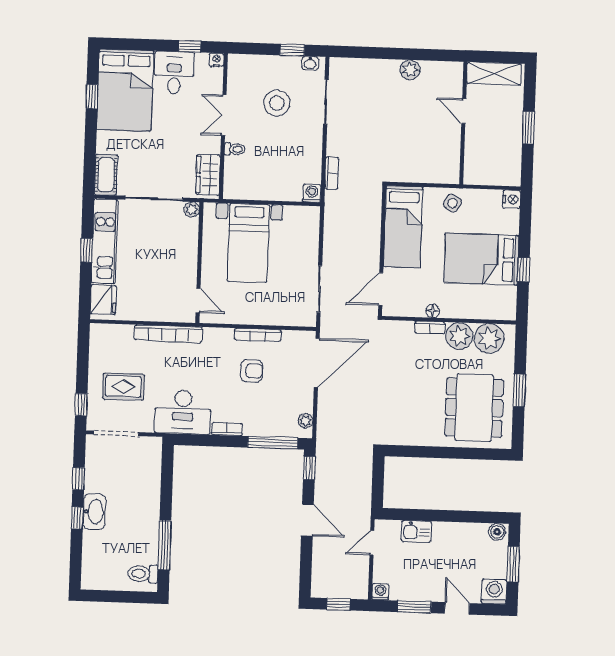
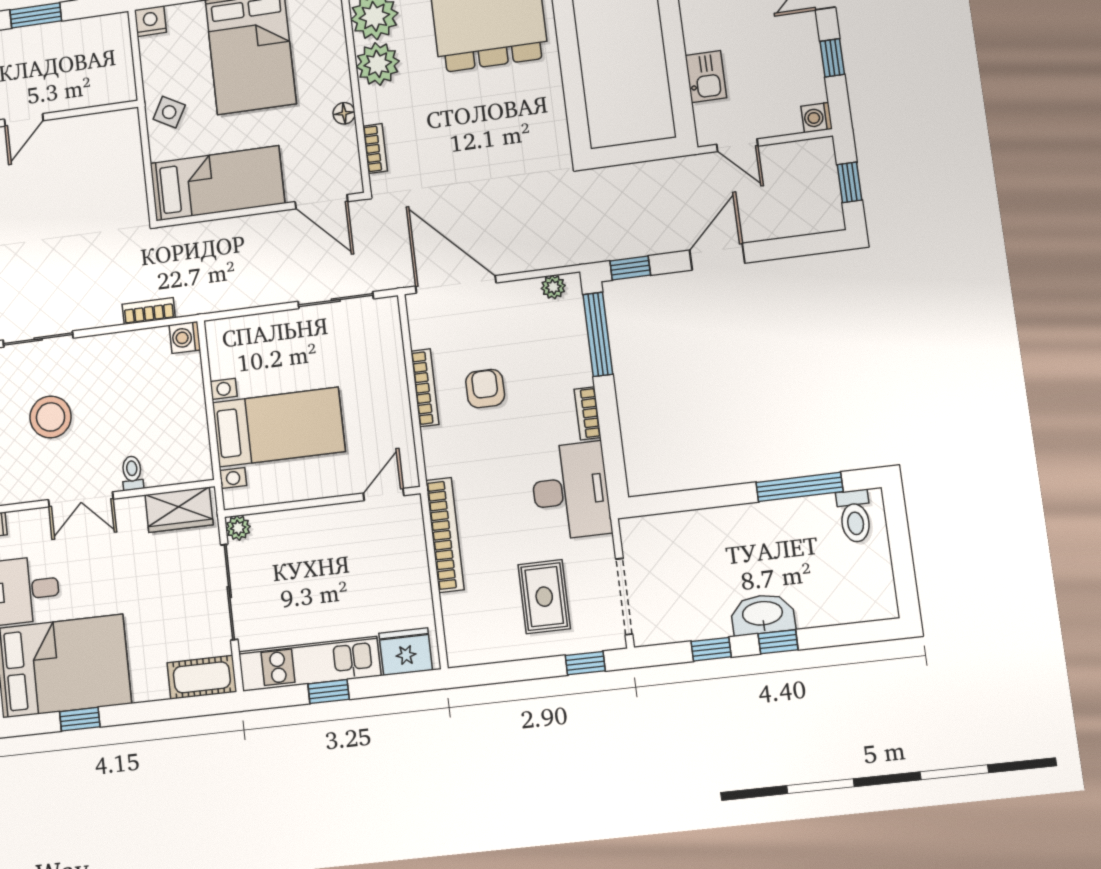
bookcase: (430, 327) -> (375, 149), moved
window: (414, 607) -> (832, 58), width x0.67

